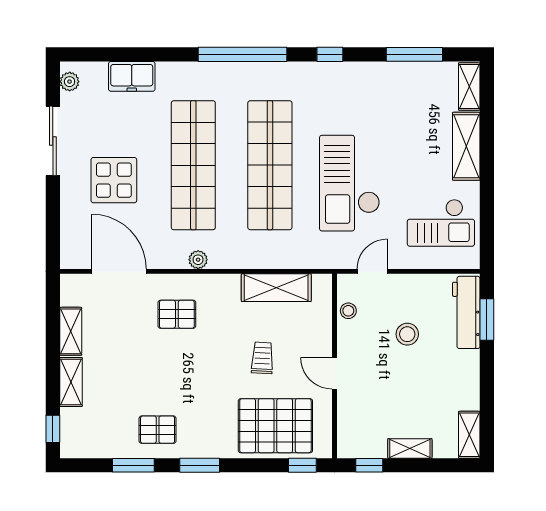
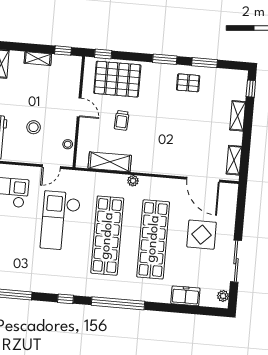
checkout: (350, 183) -> (60, 221), turned 180
plant: (198, 260) -> (133, 181), moved
pallet: (177, 314) -> (171, 151), removed
shelving: (71, 331) -> (234, 160), moved

